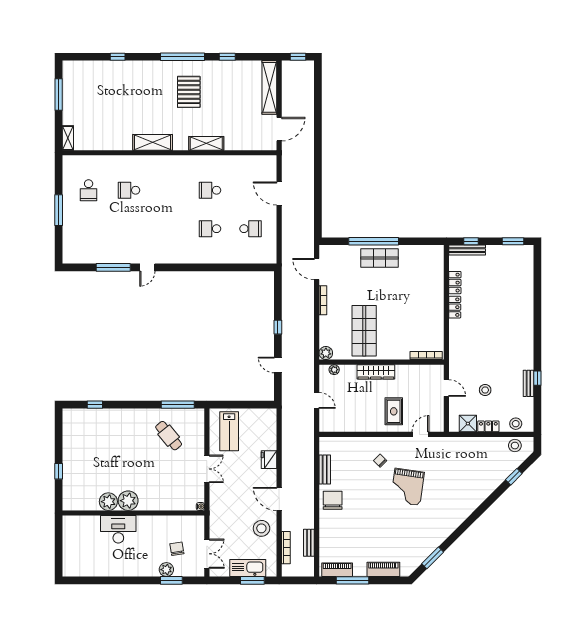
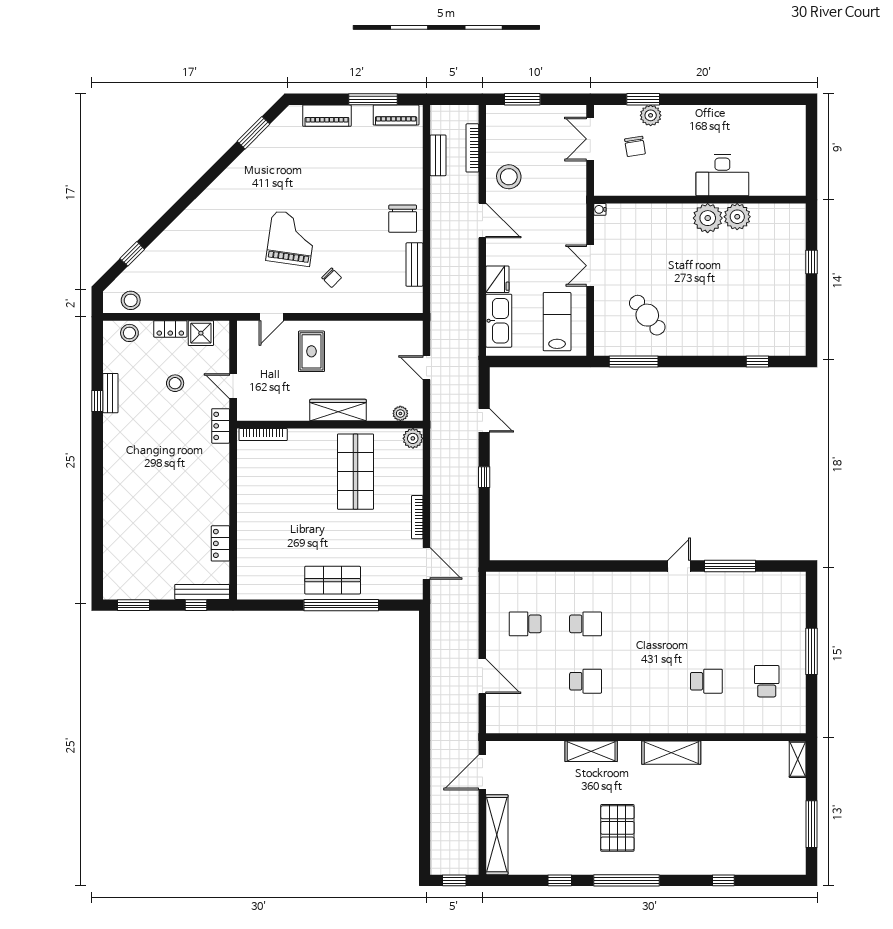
locker: (455, 307) -> (221, 426), moved
kitchen sink: (248, 568) -> (499, 321), moved, turned -90

